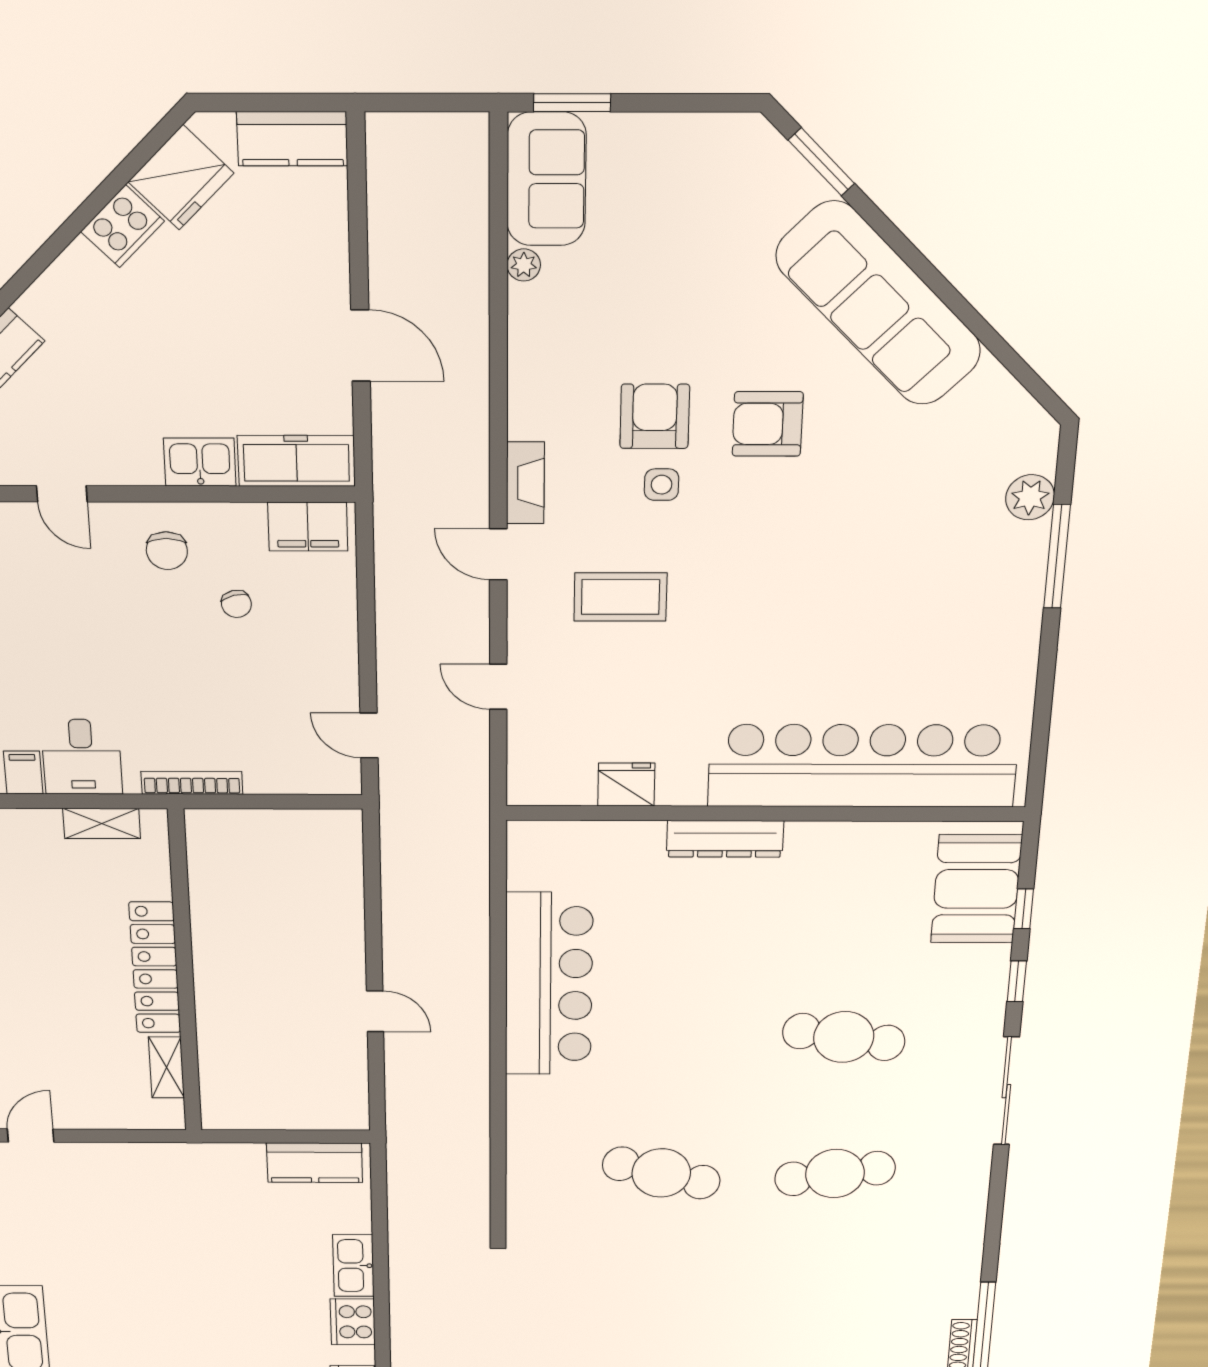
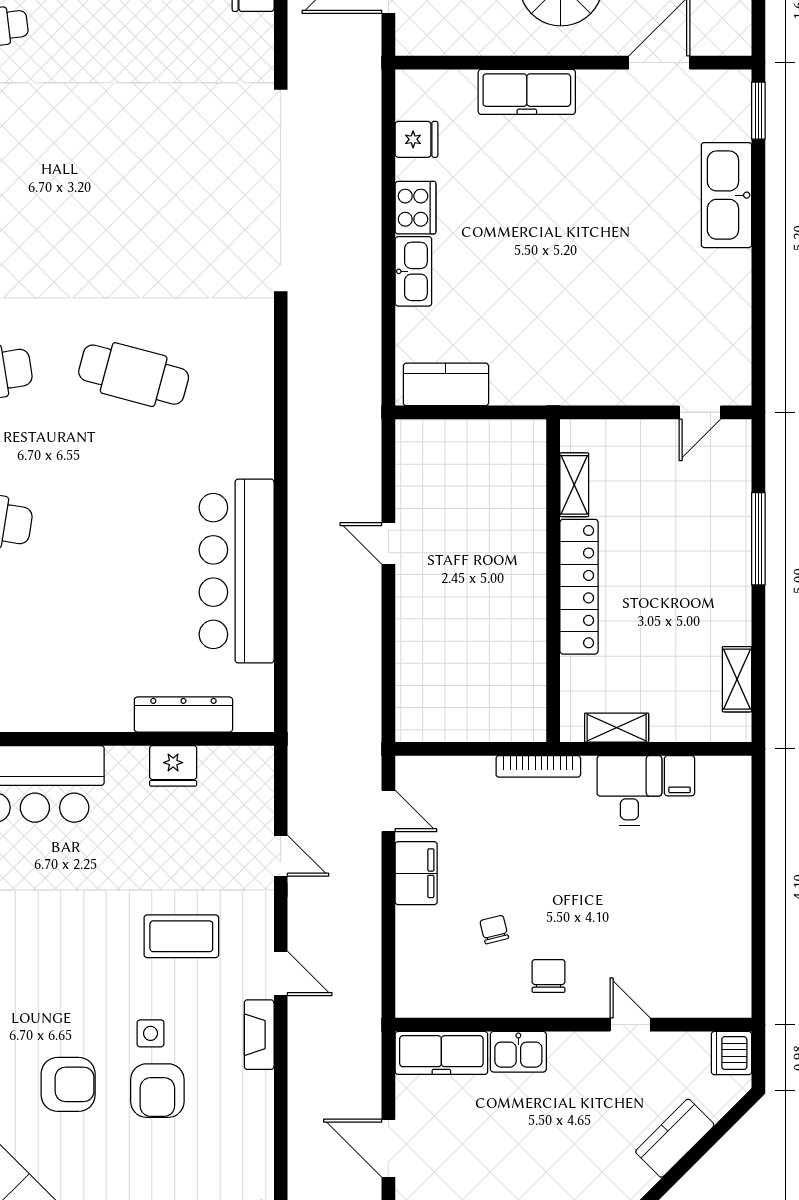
filing cabinet: (308, 527) -> (416, 873), moved, turned 90
dresser: (725, 839) -> (183, 715), moved

